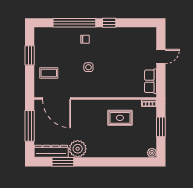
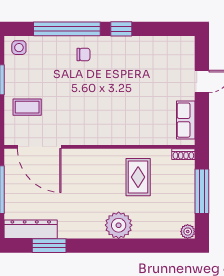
side table: (88, 67) -> (19, 48), moved
rug: (120, 118) -> (138, 177), turned 90
window: (161, 127) -> (202, 191), width x1.44
plant: (78, 149) -> (119, 225), moved

